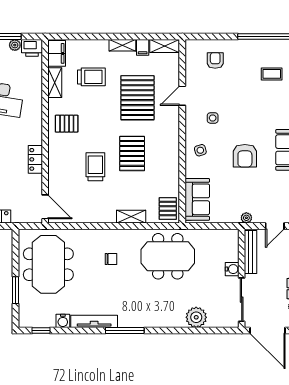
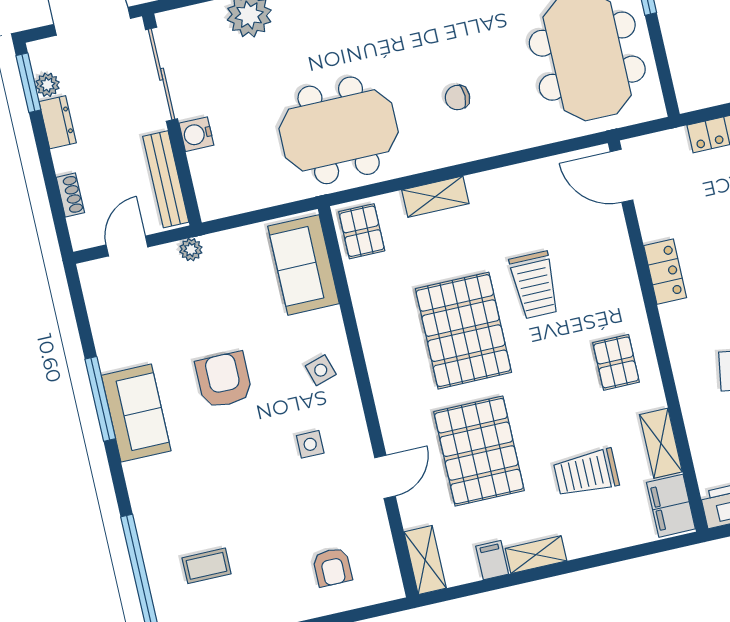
shelving: (165, 46) -> (425, 560), moved, turned 90
pallet: (67, 124) -> (616, 362), turned 90
pallet: (132, 153) -> (463, 331), width x1.37, depth x1.41

